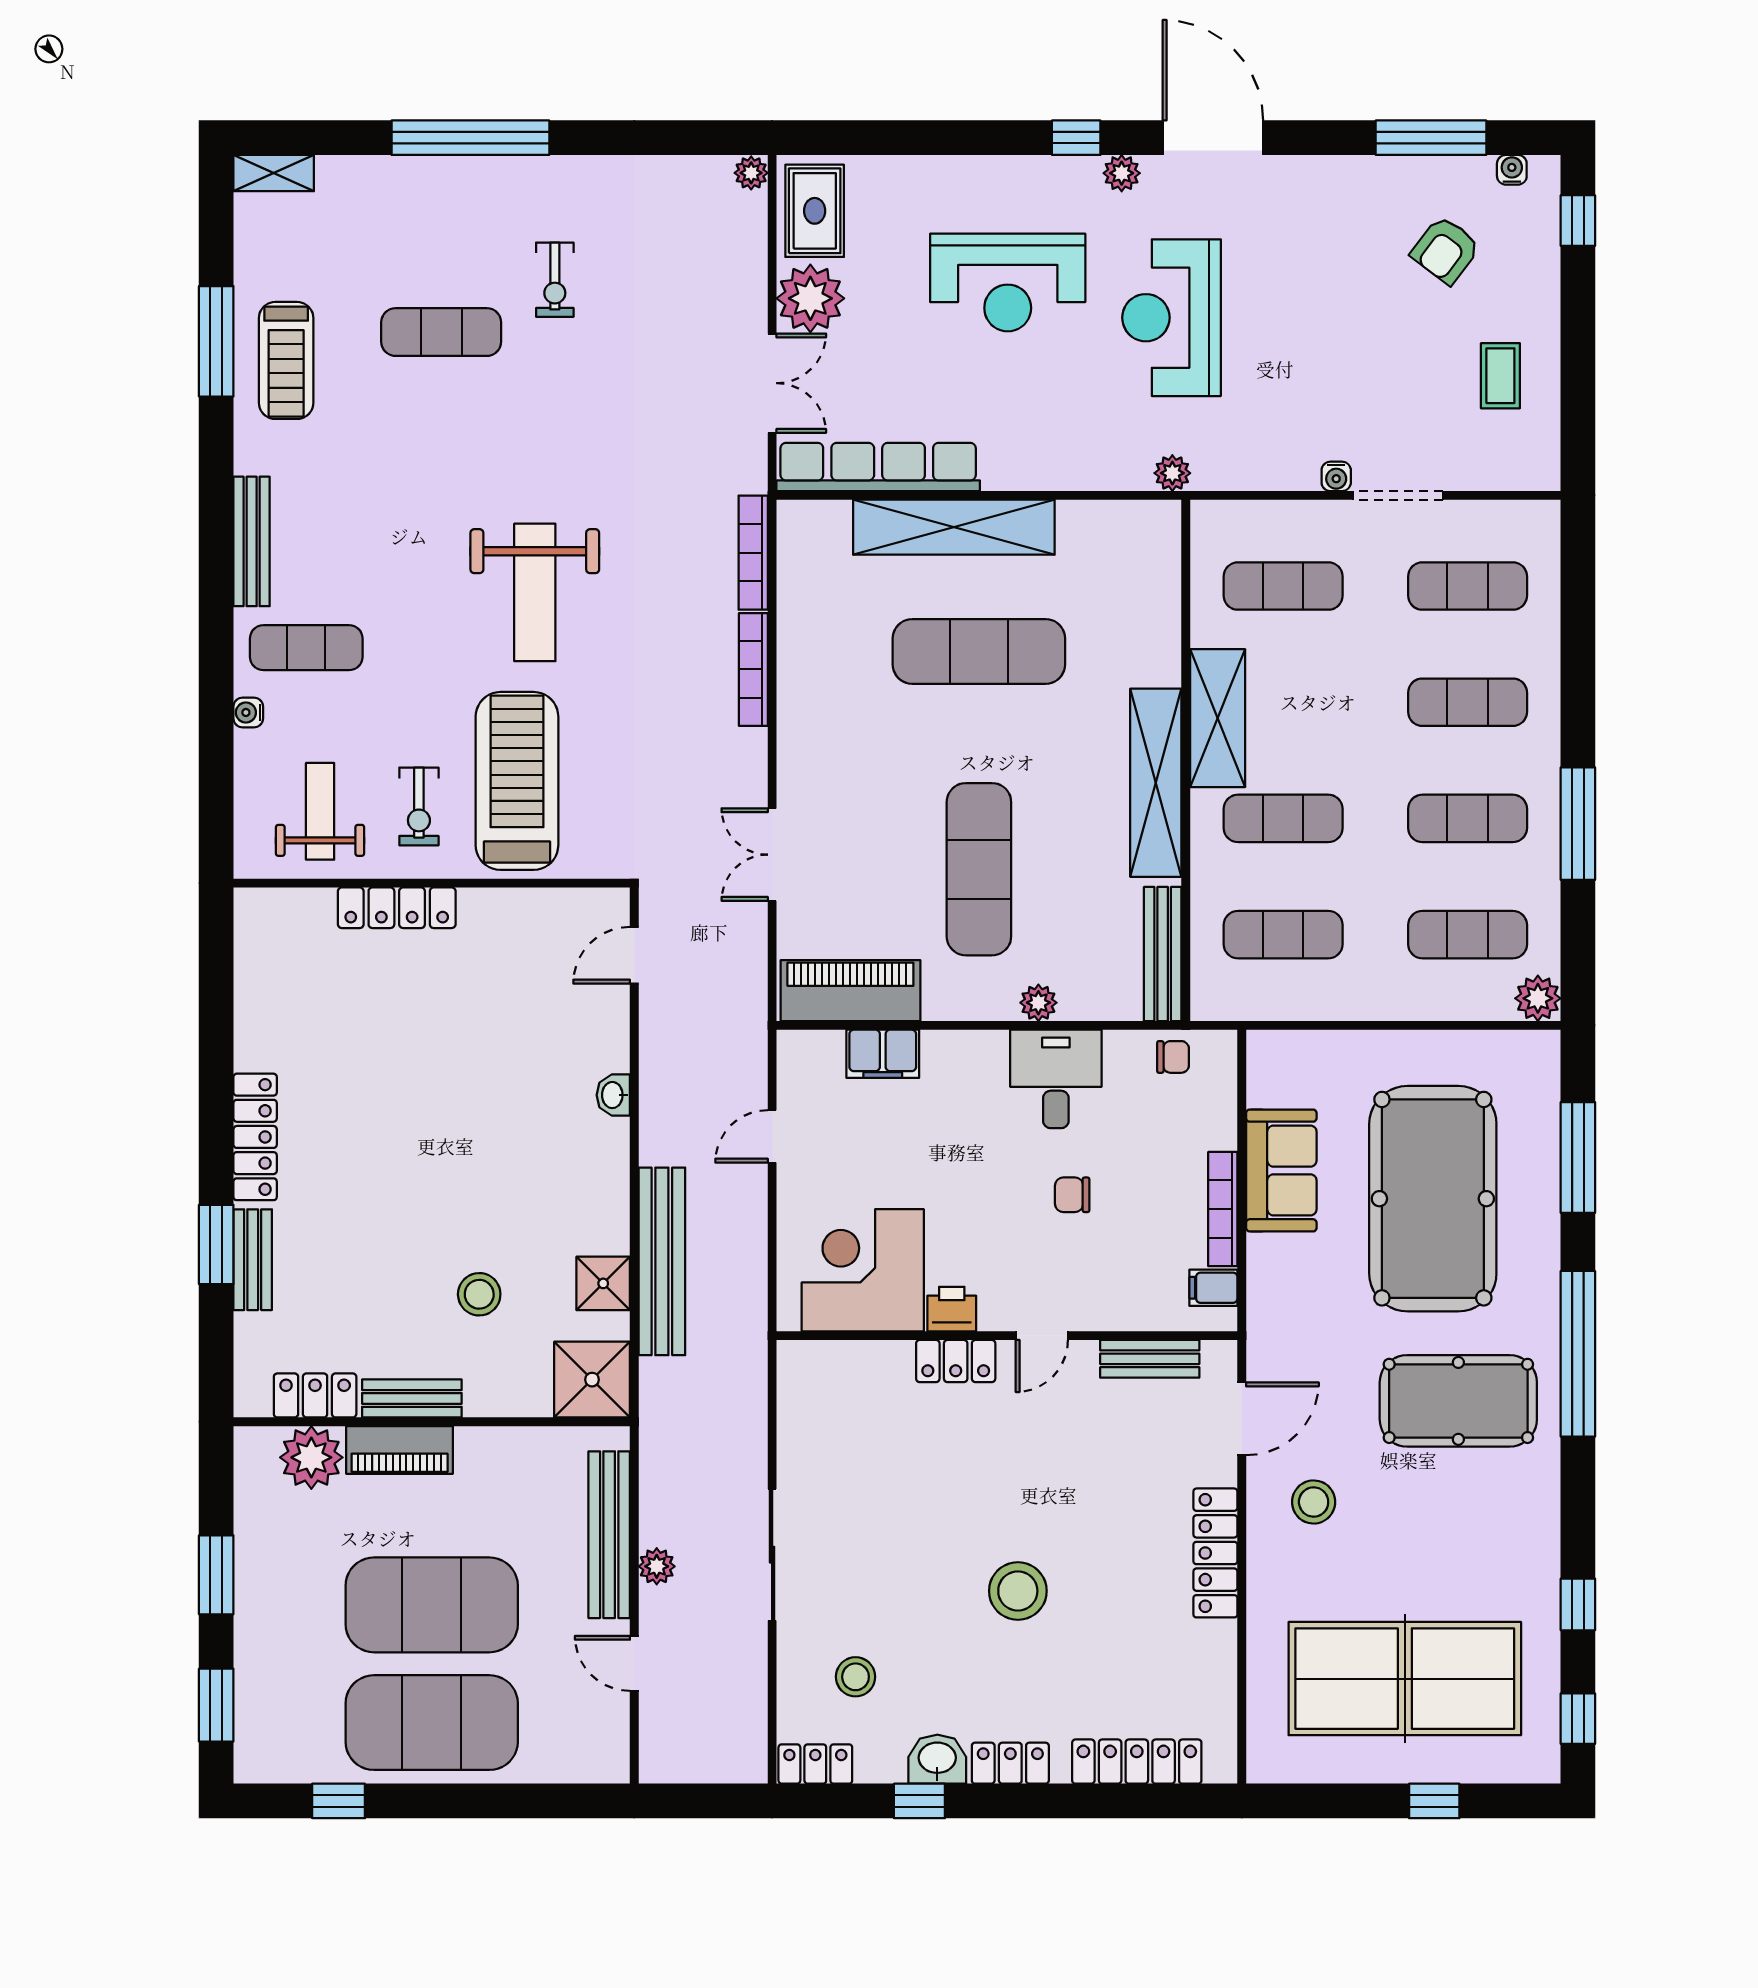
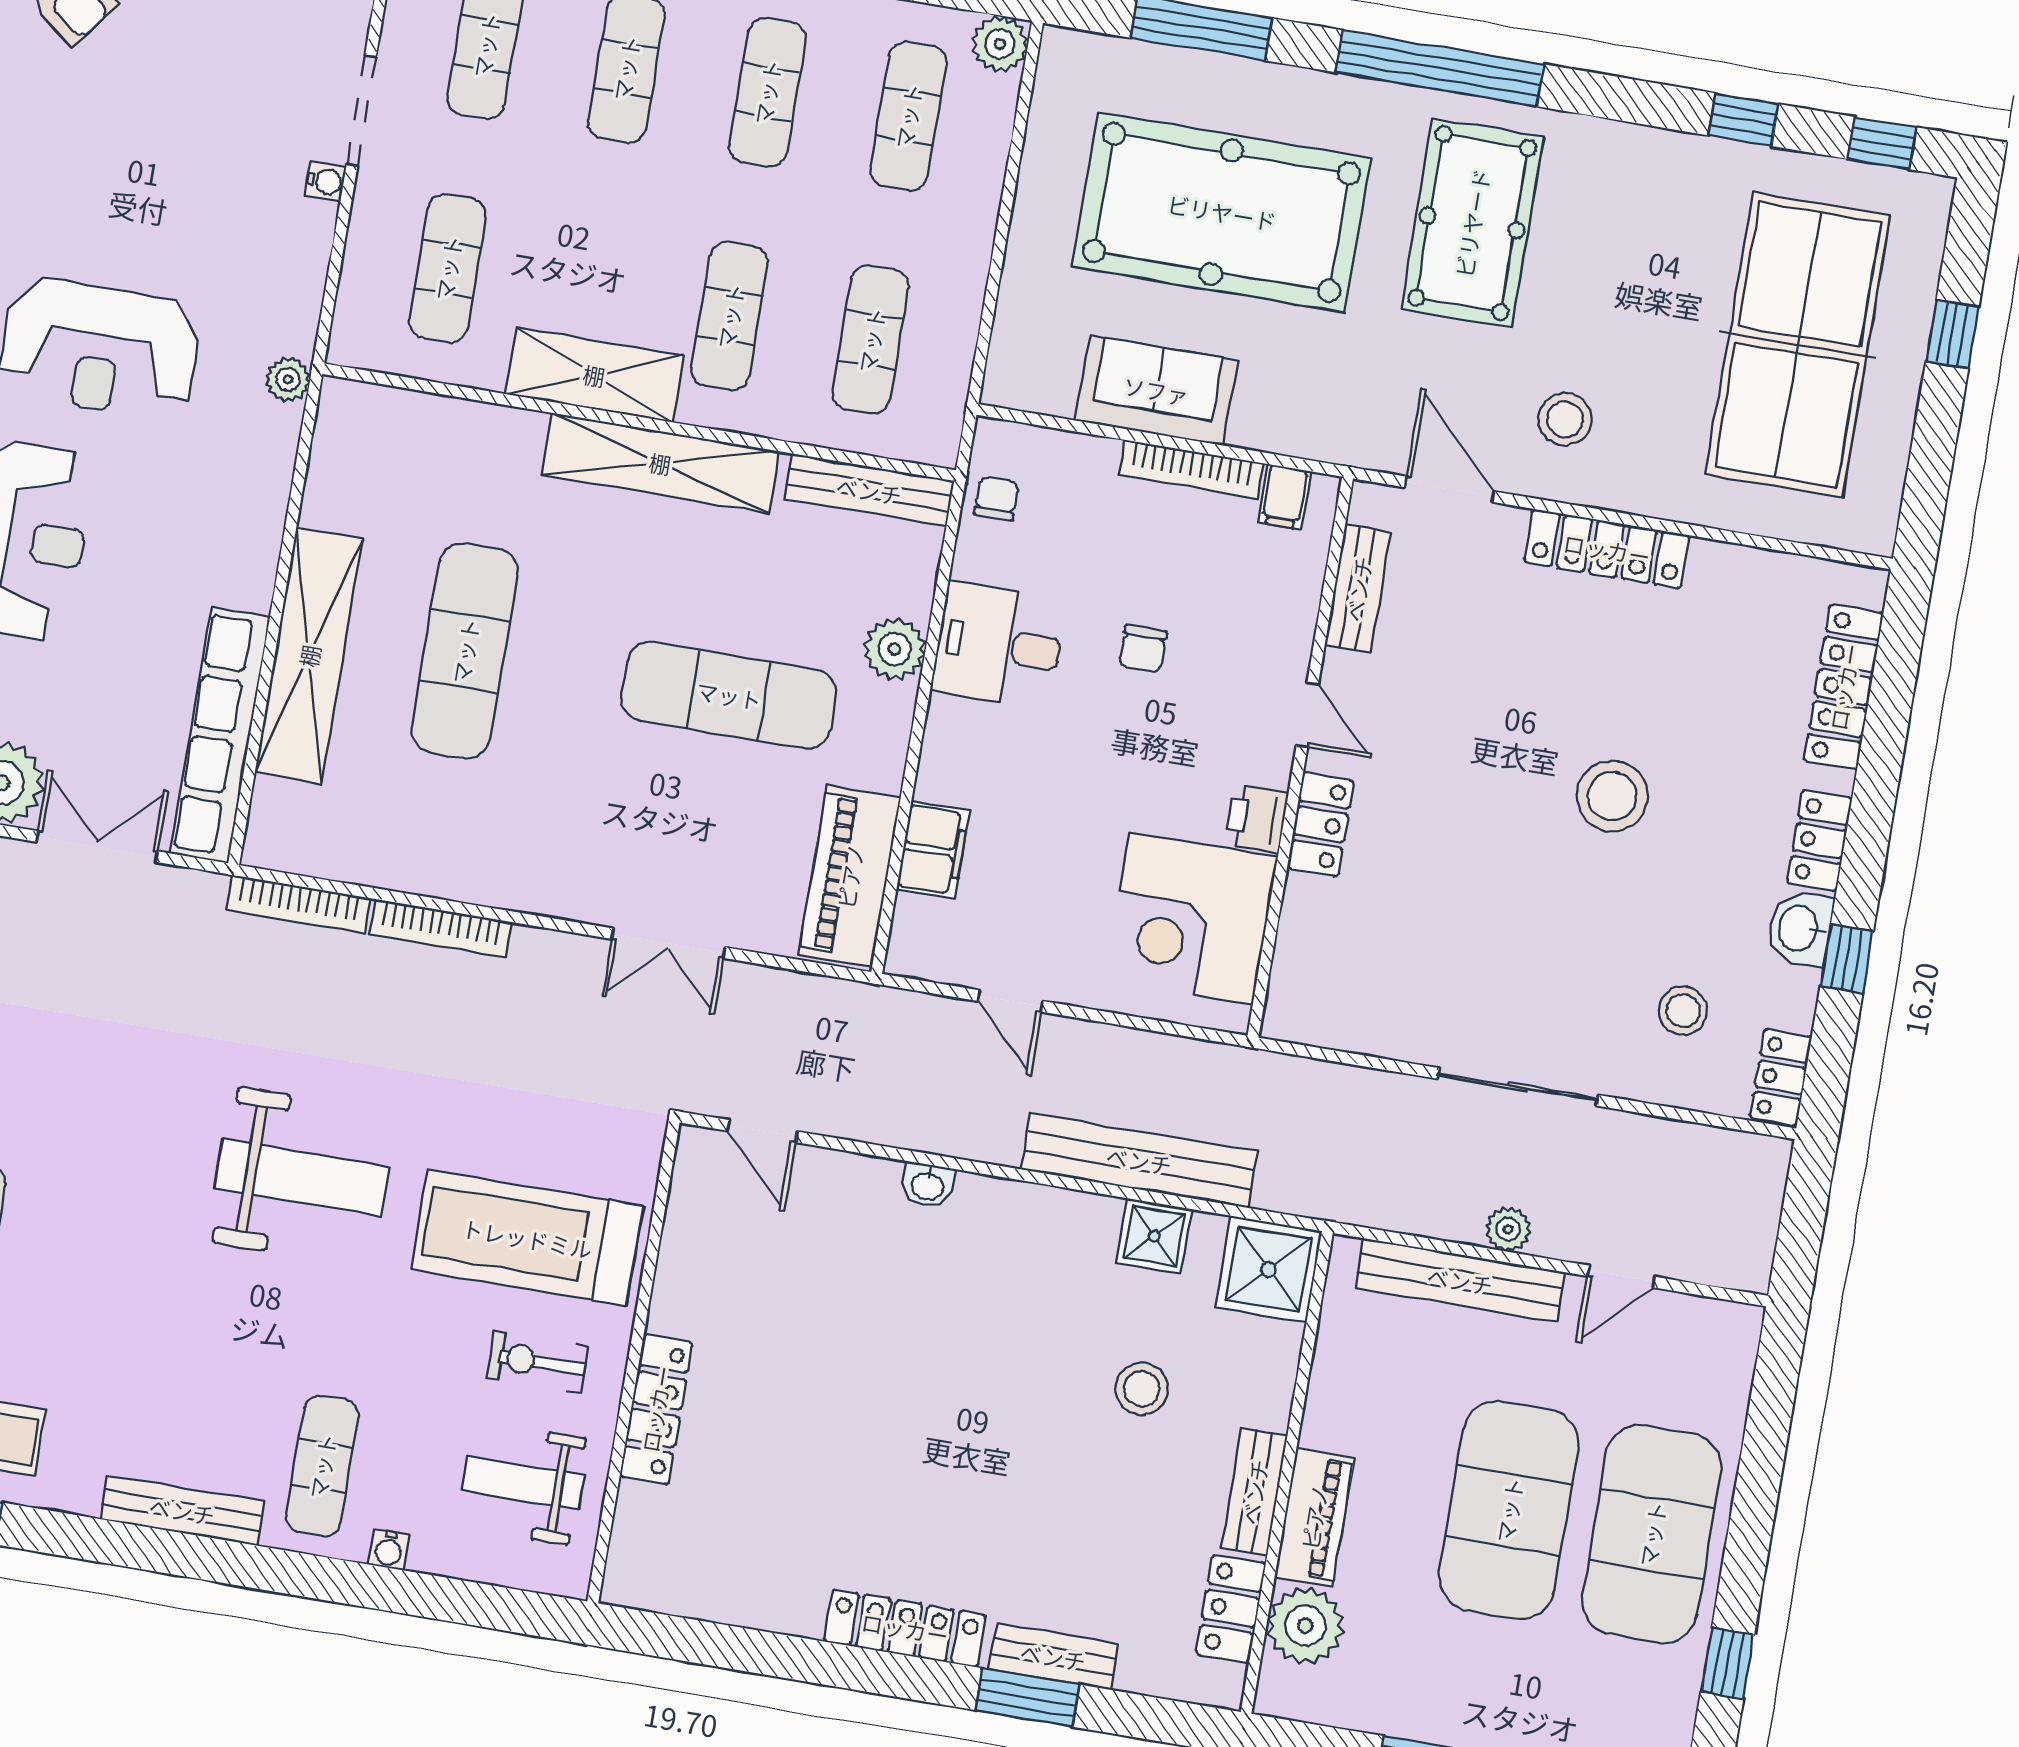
exercise bike: (419, 806) -> (538, 1362), turned 180
plant: (1038, 1003) -> (895, 649), width x1.38, depth x1.38

